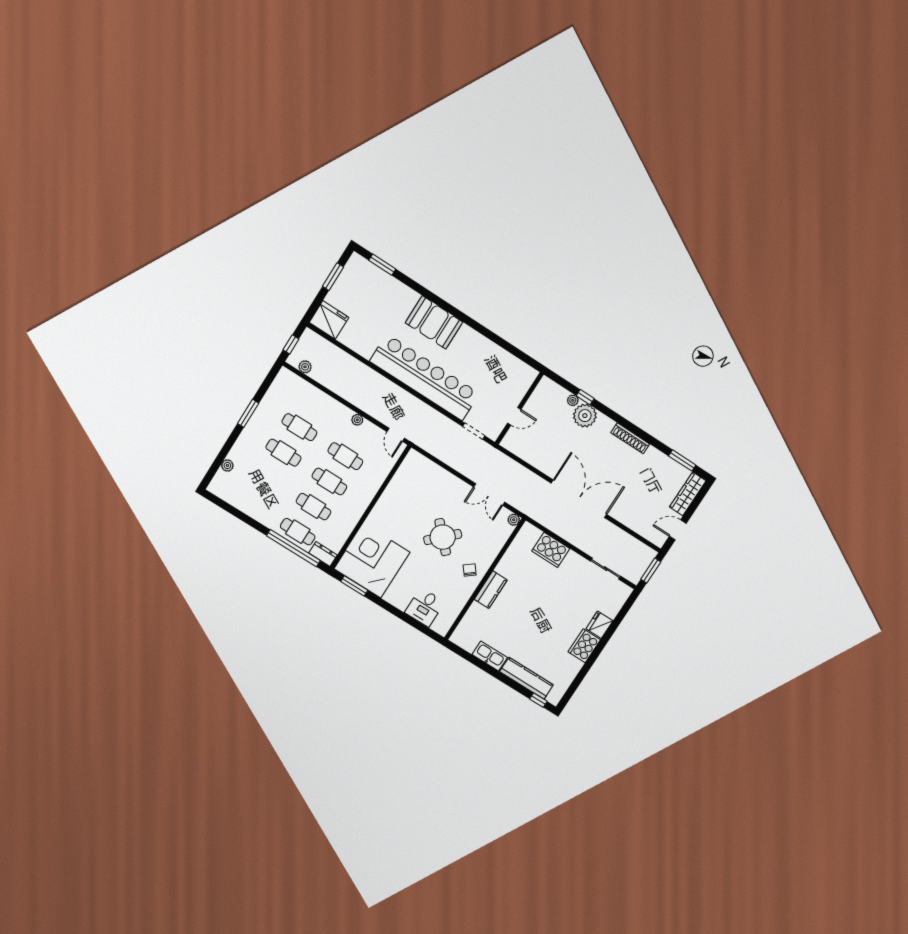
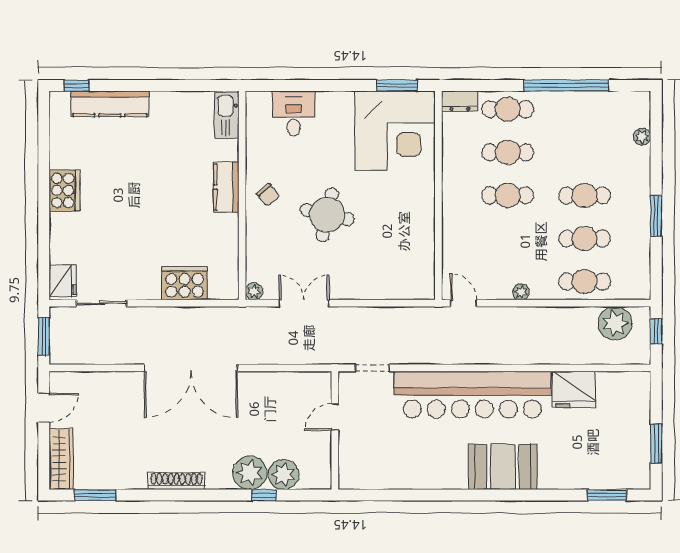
fridge: (329, 320) -> (574, 389), moved
plant: (305, 367) -> (615, 323), width x1.88, depth x1.88
plant: (573, 400) -> (284, 475), width x1.87, depth x1.87
cafe table: (345, 456) -> (585, 282), moved
round table: (443, 537) -> (327, 215), turned -33
window: (293, 548) -> (566, 85), moved
fridge: (599, 625) -> (63, 281), moved
kitchen sink: (490, 656) -> (227, 115), moved, turned 90

